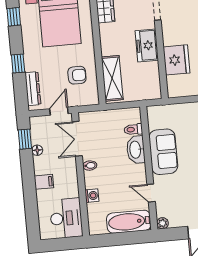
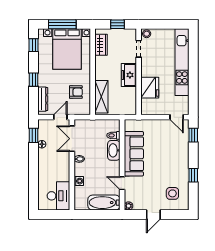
sofa: (163, 152) -> (134, 154), width x1.36
filing cabinet: (44, 182) -> (45, 168), removed

